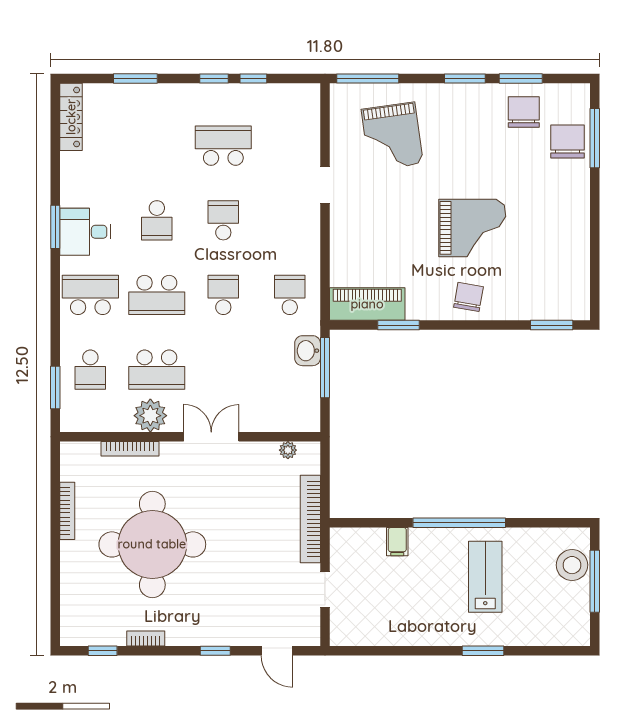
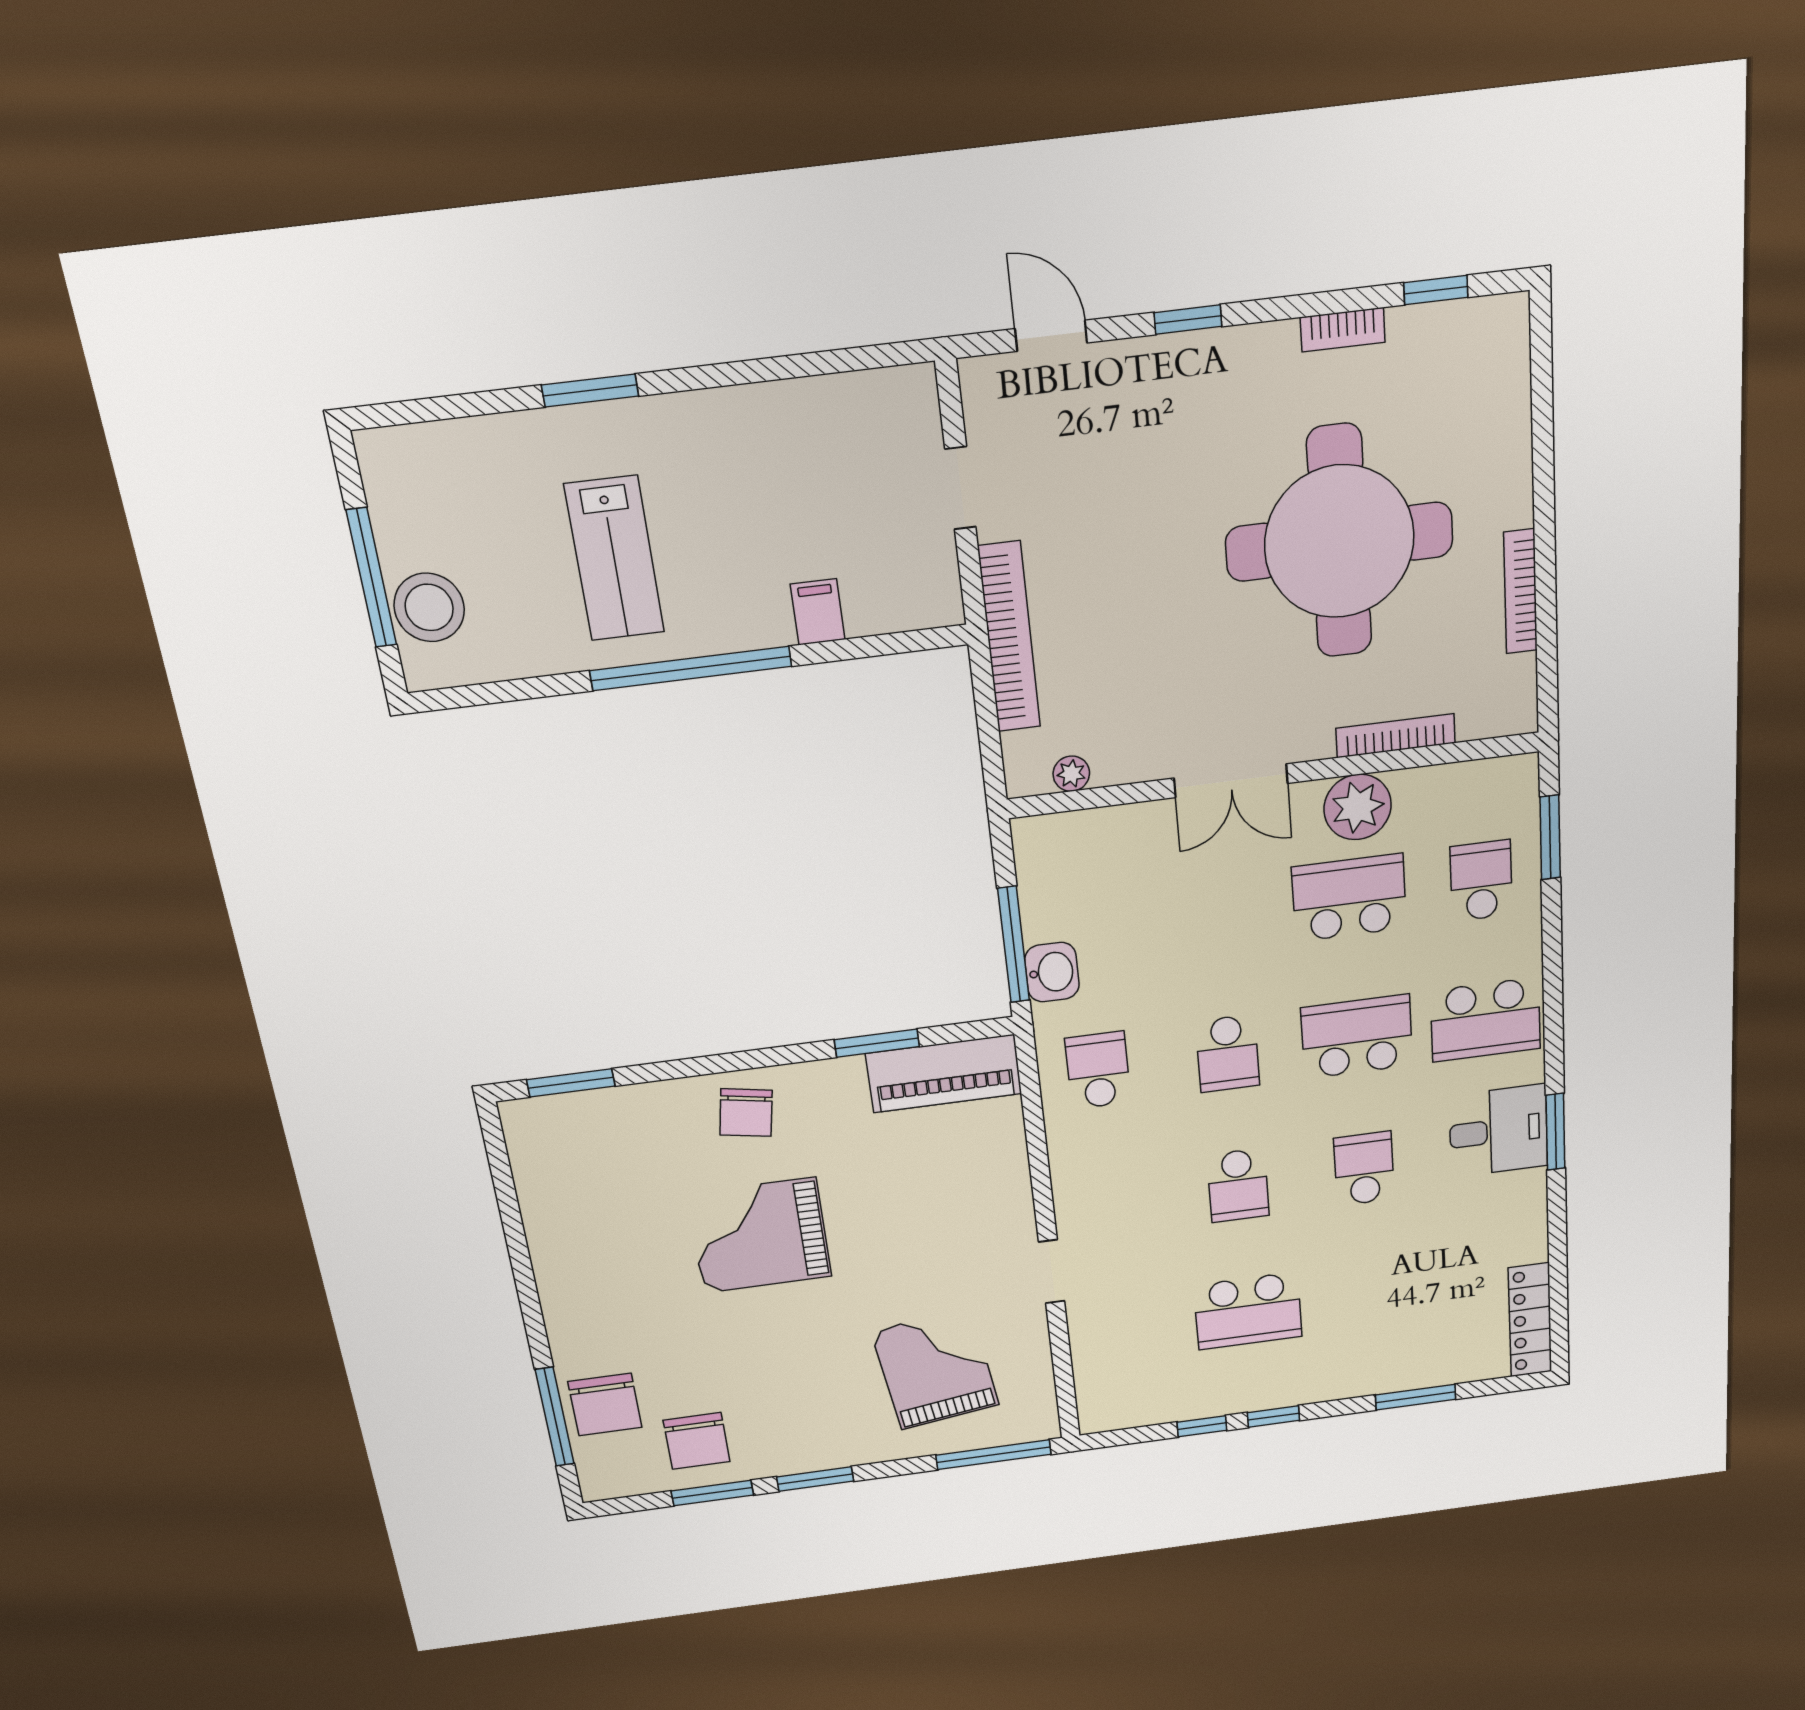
school desk: (290, 295) -> (1098, 1070), turned 180

